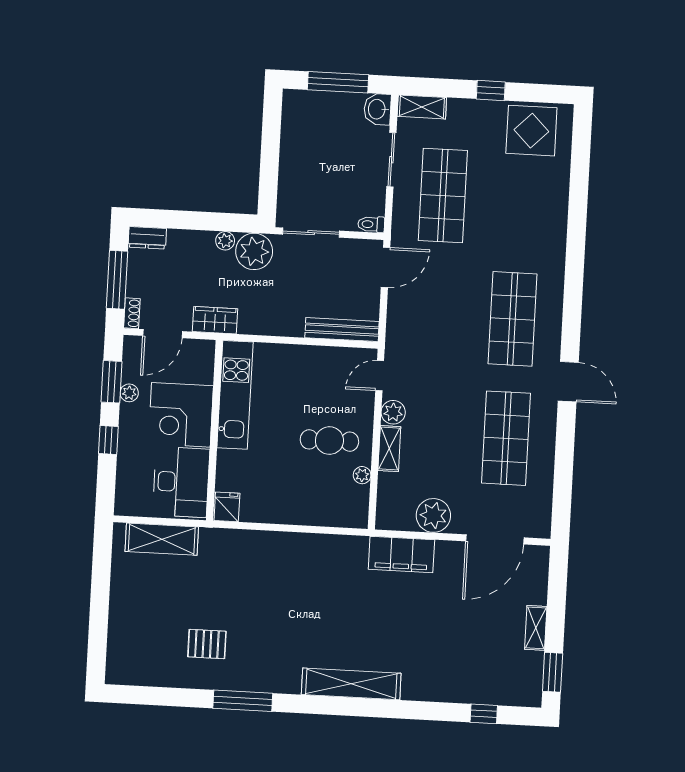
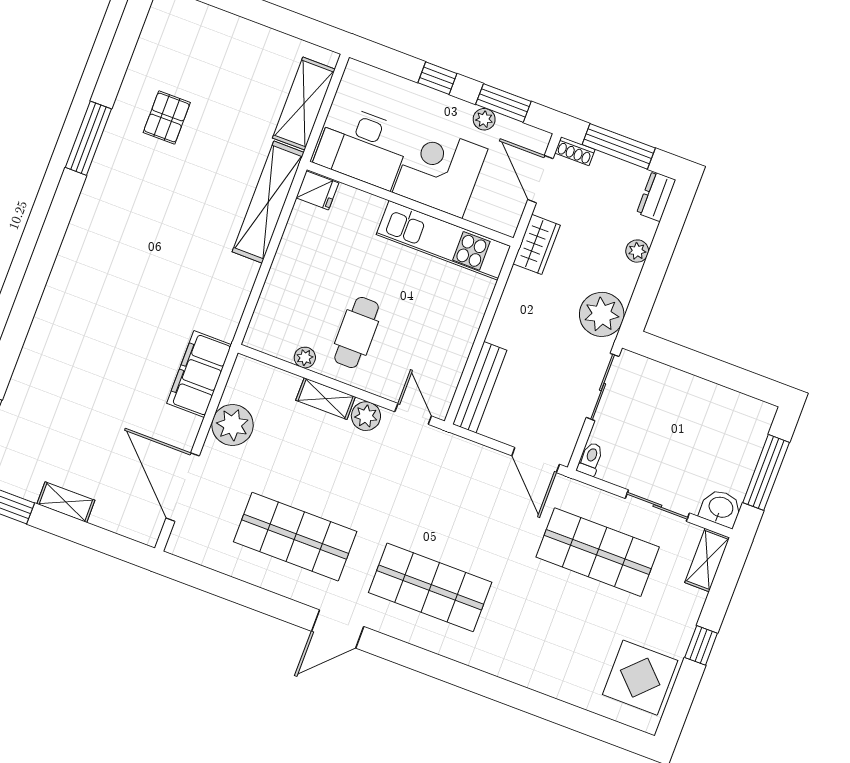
plant: (225, 241) -> (637, 251), moved
shelving: (351, 684) -> (268, 202), moved

